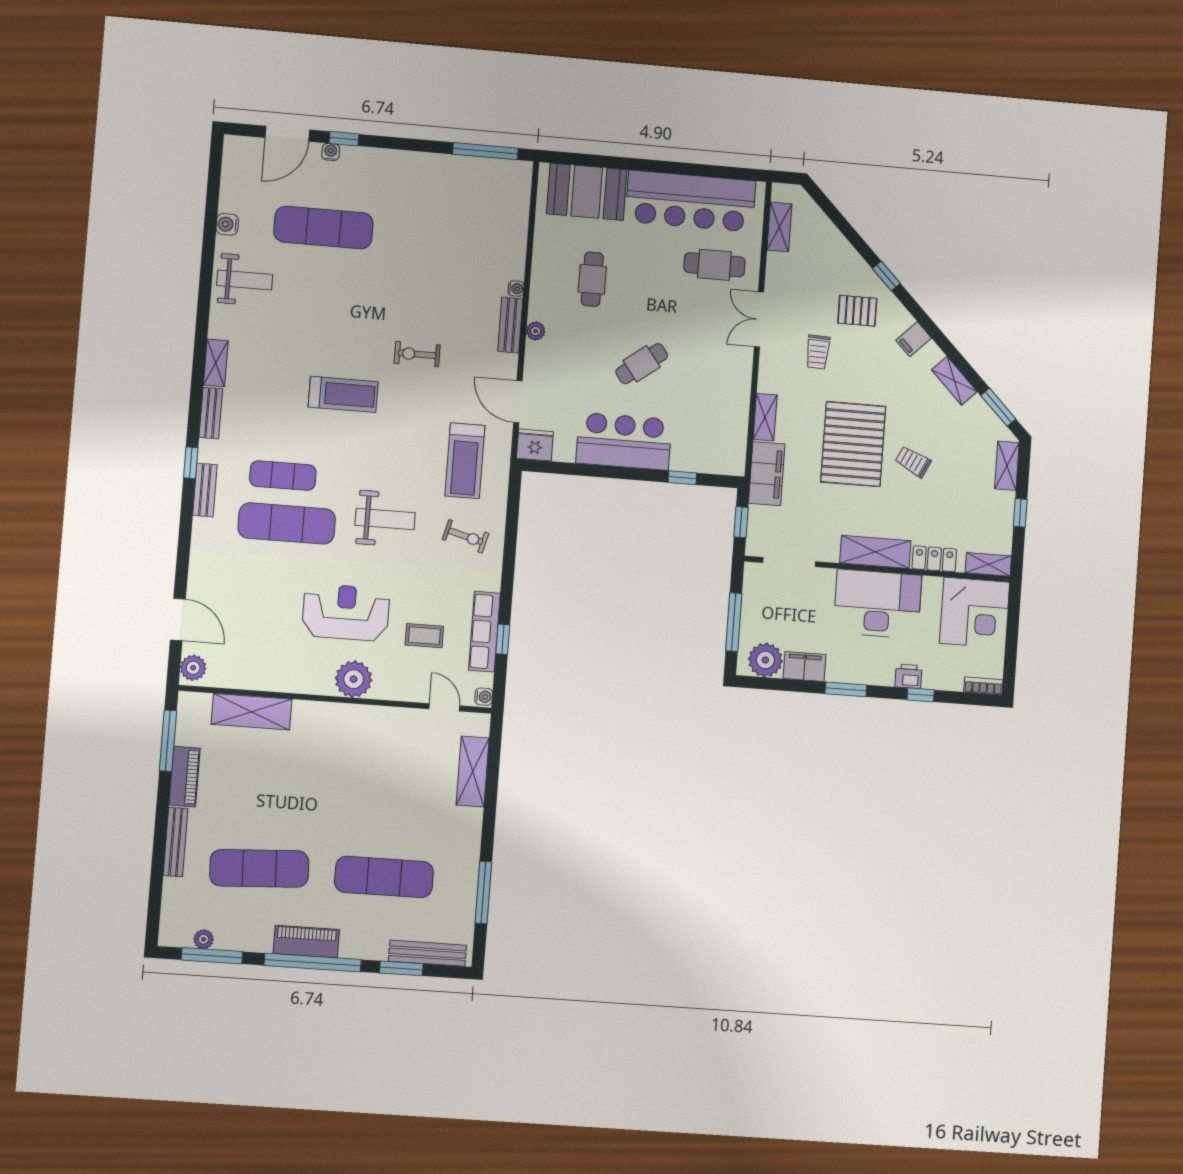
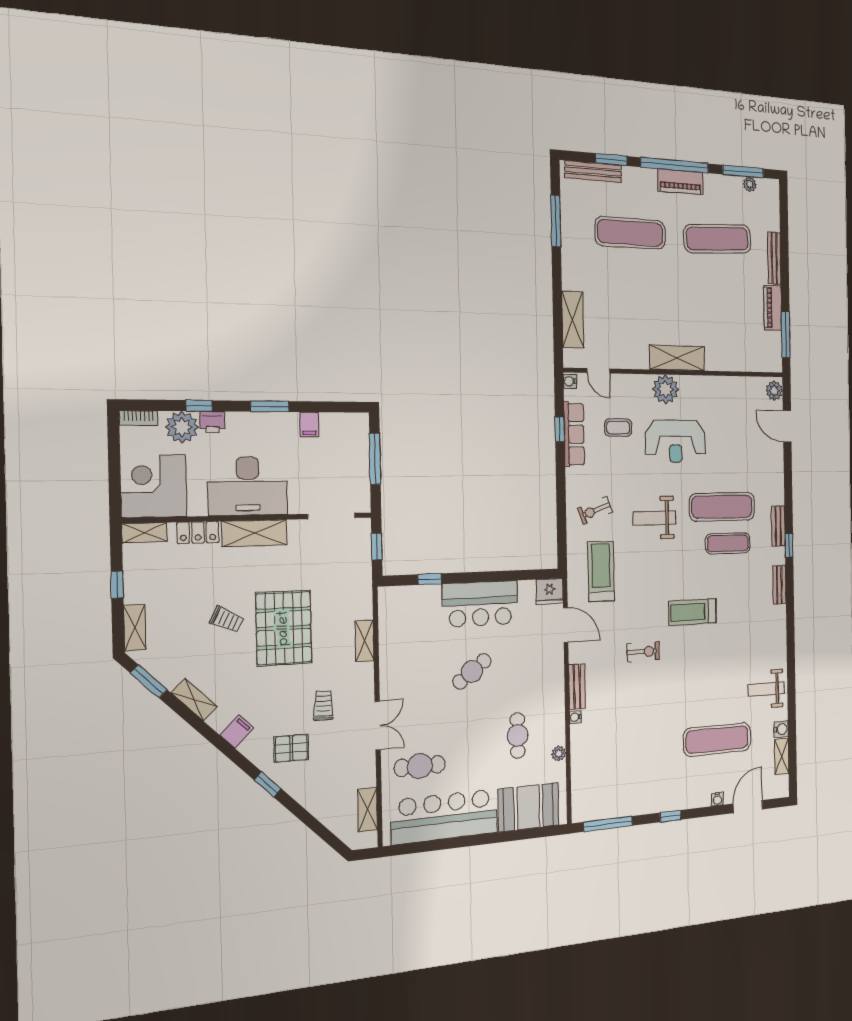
window: (344, 139) -> (670, 816), moved
plant: (536, 331) -> (559, 754), moved
shelving: (216, 363) -> (782, 756), moved
filing cabinet: (767, 474) -> (358, 592), removed
exercise bike: (466, 536) -> (595, 510), turned -35
plant: (765, 660) -> (182, 427), moved
filing cabinet: (805, 667) -> (309, 424), width x0.50
shelving: (252, 712) -> (677, 358), moved

